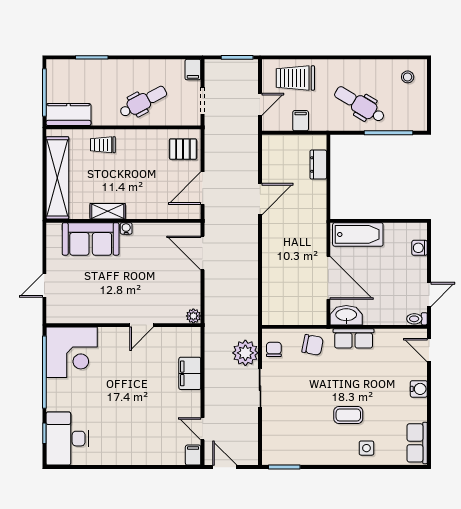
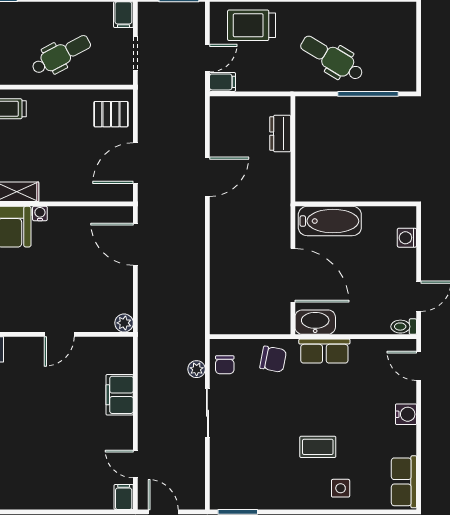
stool: (408, 77) -> (392, 24), removed
filing cabinet: (301, 121) -> (223, 82), moved, turned 90
chair: (274, 349) -> (225, 365), turned 180
plant: (245, 353) -> (197, 369), width x0.53, depth x0.53

